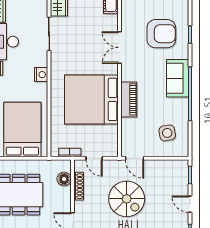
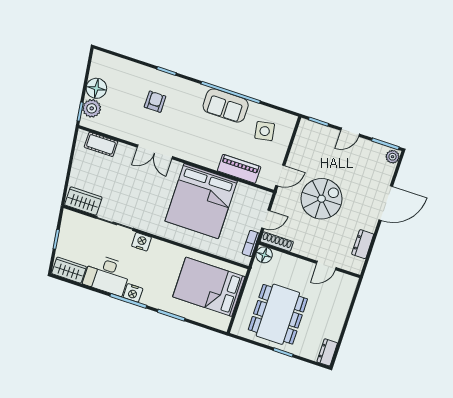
armchair: (161, 34) -> (155, 102), width x0.53, depth x0.53
nightstand: (41, 75) -> (142, 242), moved
sofa: (178, 78) -> (226, 106), moved
piano: (129, 99) -> (239, 169), moved
floor lamp: (64, 179) -> (264, 255), moved
shoe rack: (79, 186) -> (277, 242), moved

